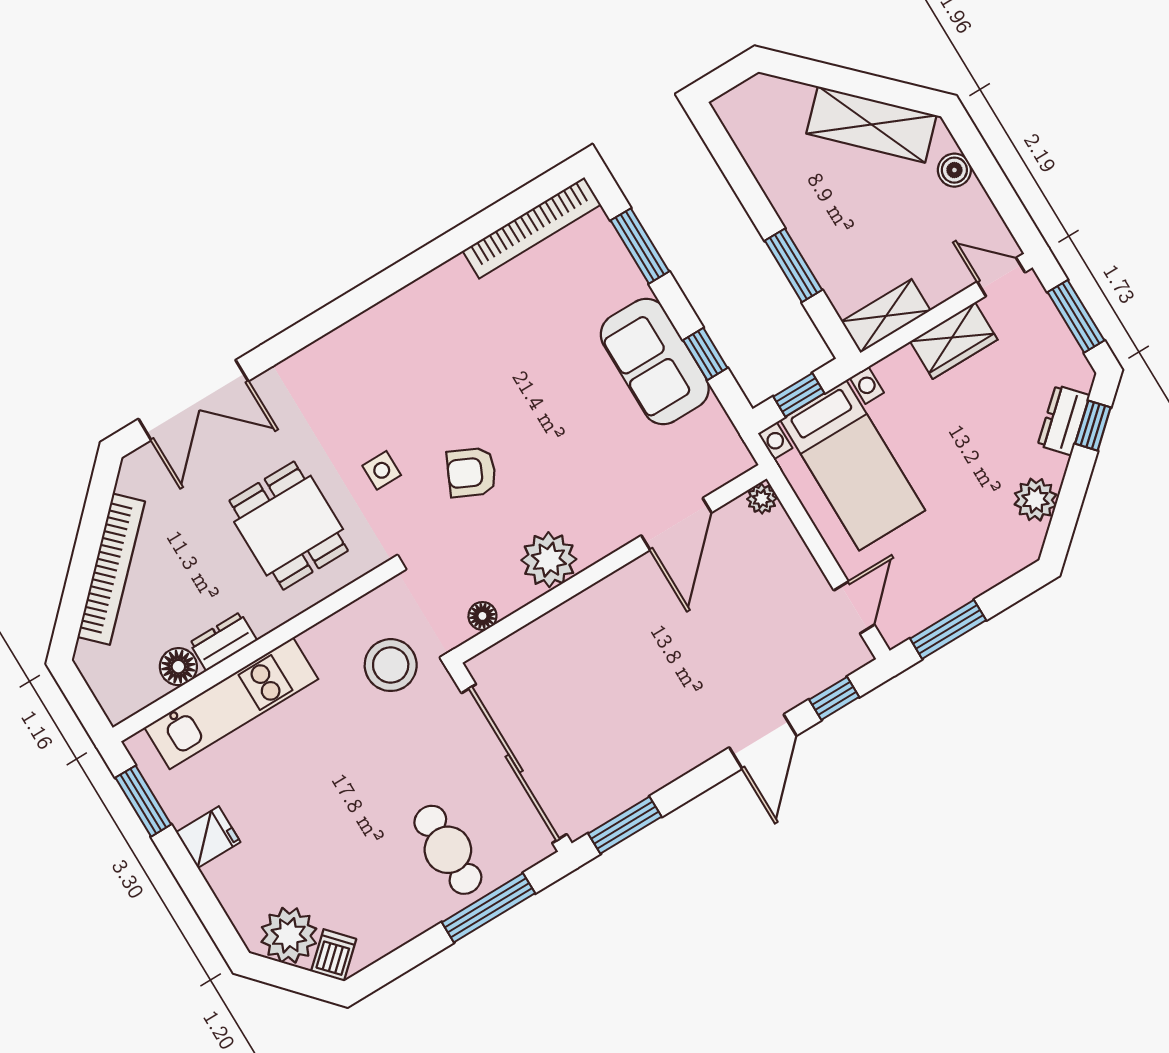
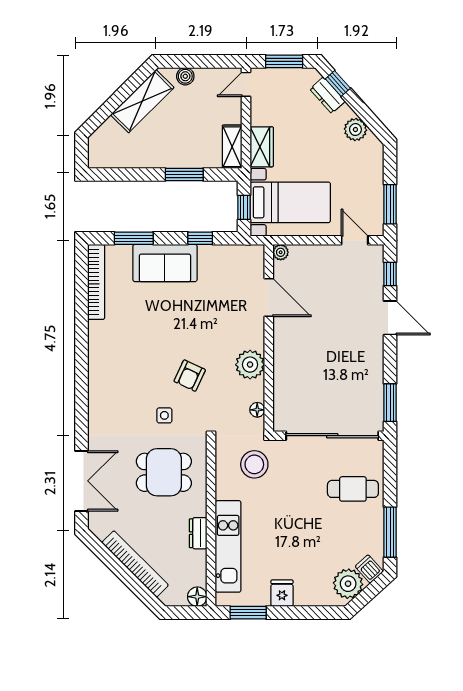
wardrobe: (954, 341) -> (262, 147), moved
sofa: (655, 361) -> (165, 263), moved
floor lamp: (178, 667) -> (197, 597), moved
window: (488, 908) -> (390, 532), moved

